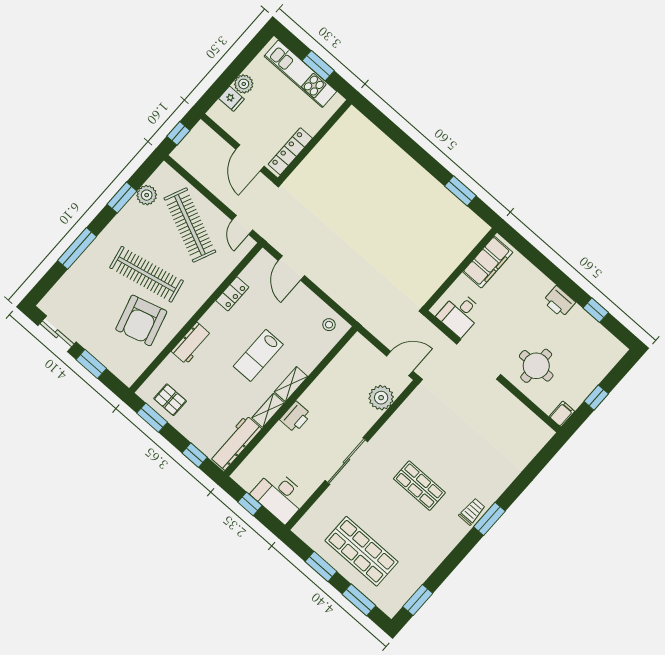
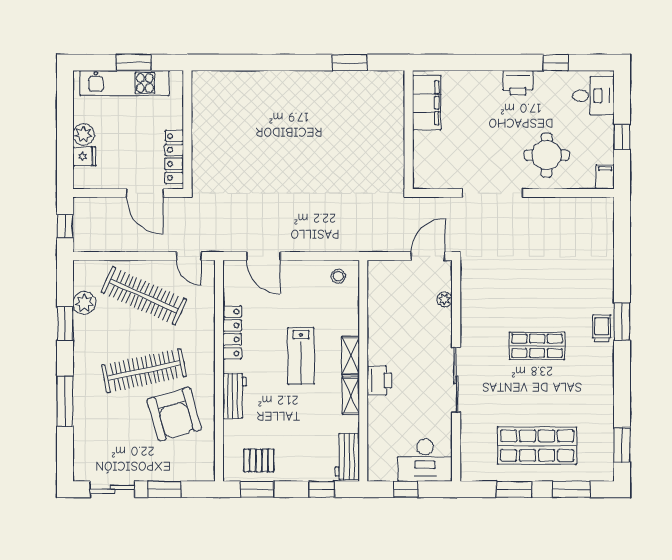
locker: (232, 294) -> (232, 332), width x1.53
desk: (460, 314) -> (593, 96), moved, turned -90
plant: (381, 398) -> (445, 299), width x0.53, depth x0.53
workbench: (235, 443) -> (347, 457), width x0.73

